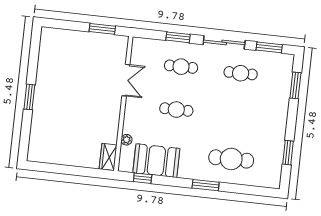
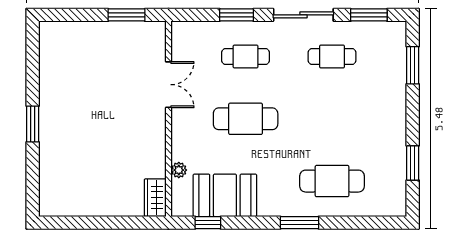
cafe table: (176, 110) -> (246, 119), width x1.37, depth x1.35

